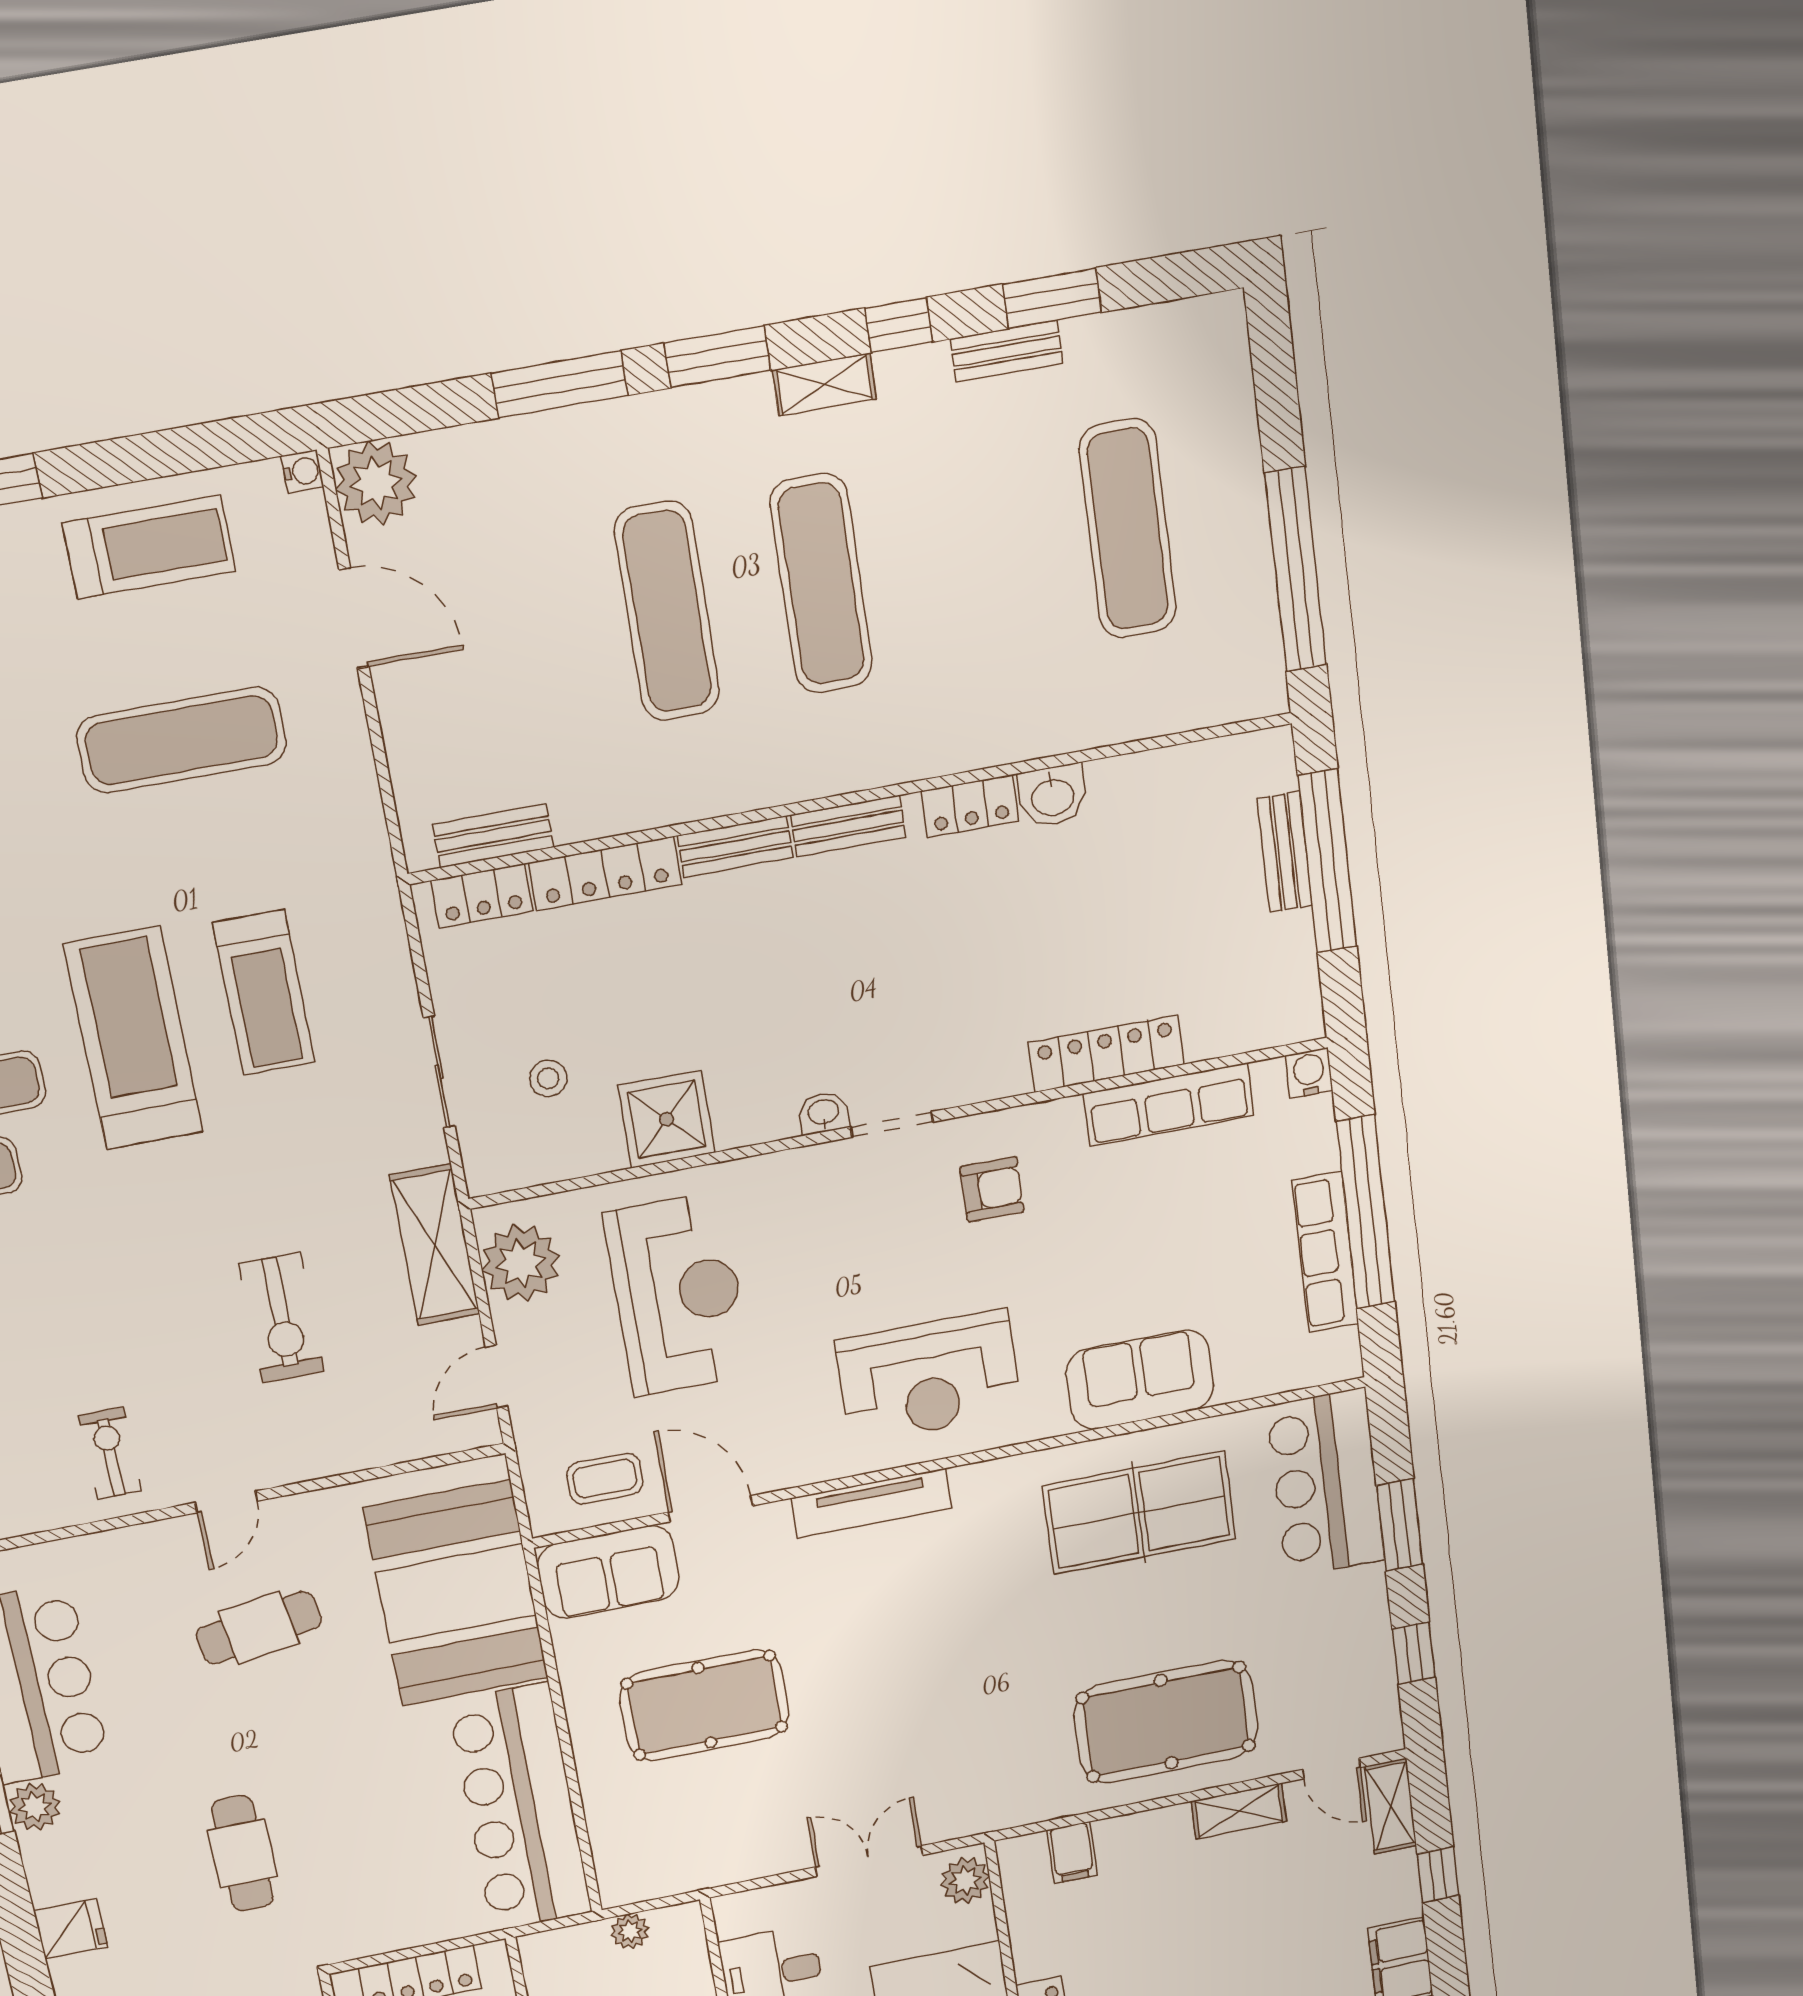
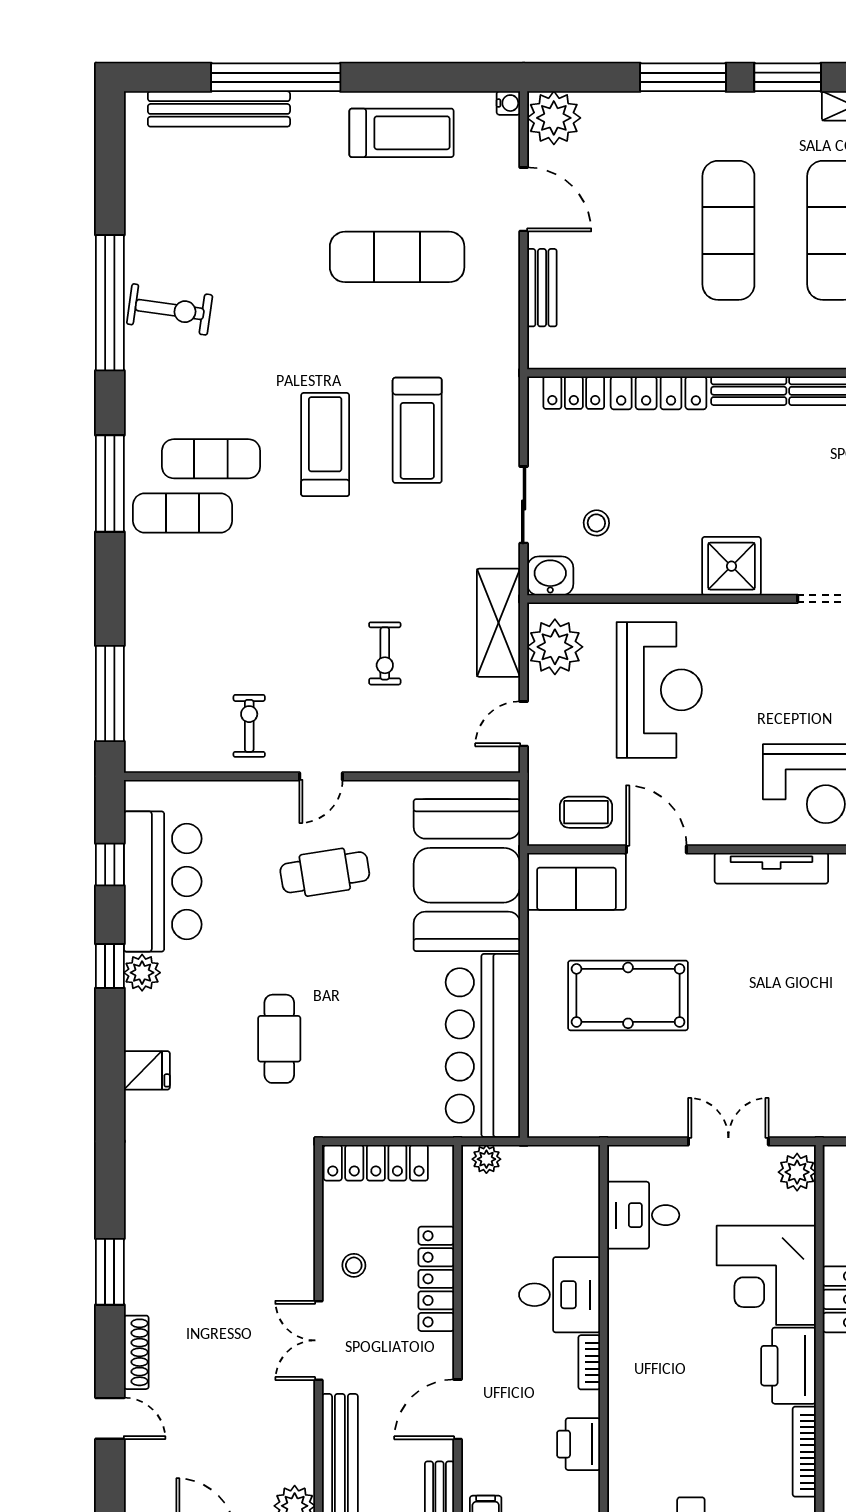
bench: (493, 836) -> (542, 288), moved, turned 90
treadmill: (133, 1038) -> (325, 445), width x0.73, depth x0.73
washbasin: (823, 1113) -> (550, 576), moved, width x1.38, depth x1.45
shower: (667, 1119) -> (731, 566), moved
exercise bike: (281, 1318) -> (385, 653), width x0.73, depth x0.72
plant: (630, 1931) -> (486, 1159), moved

